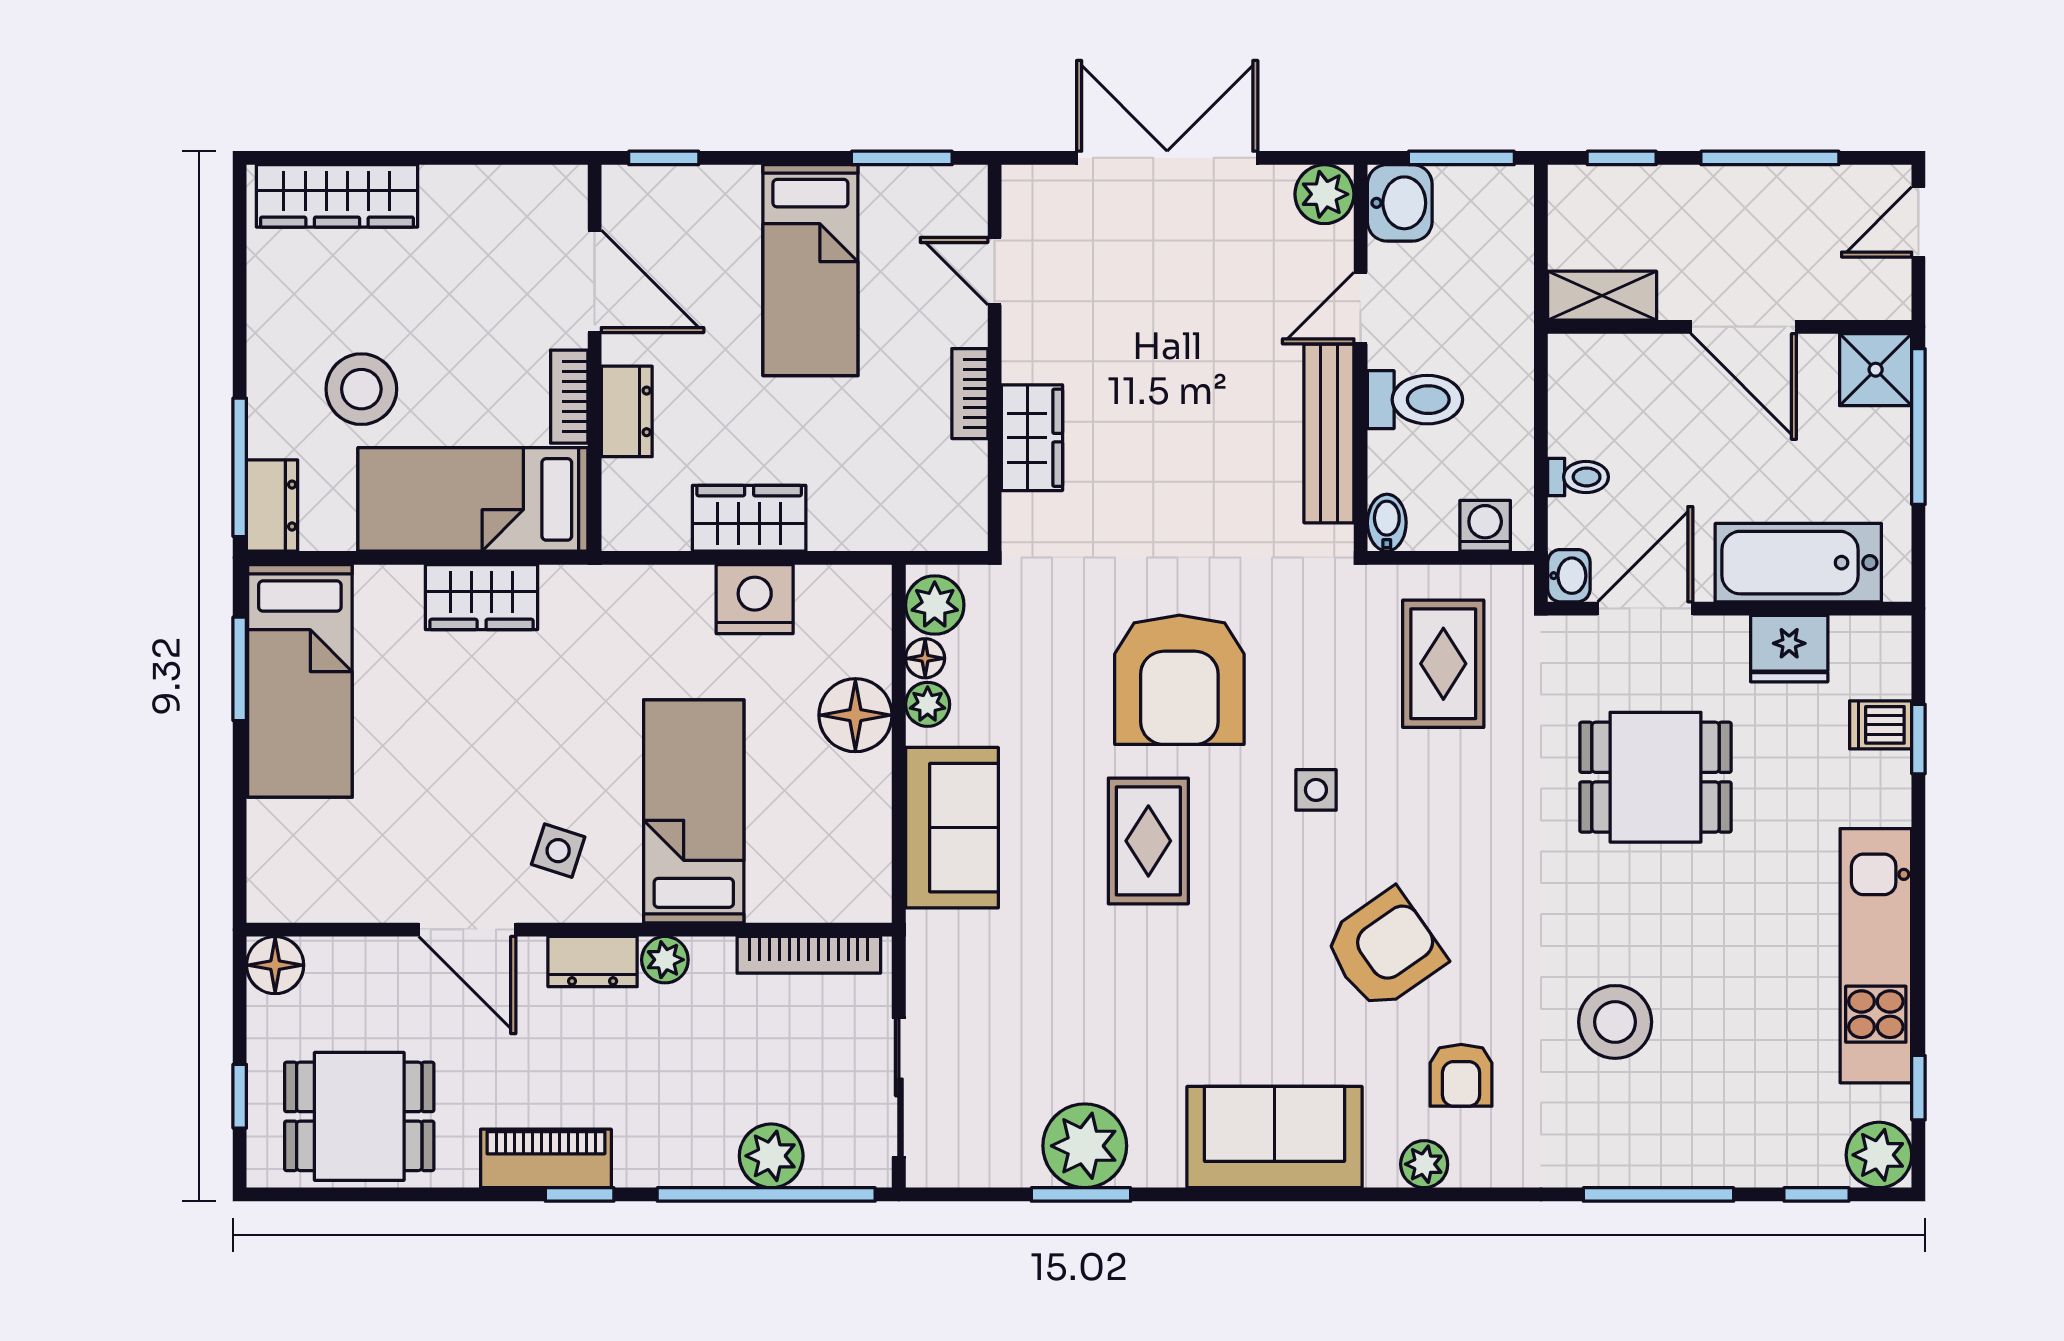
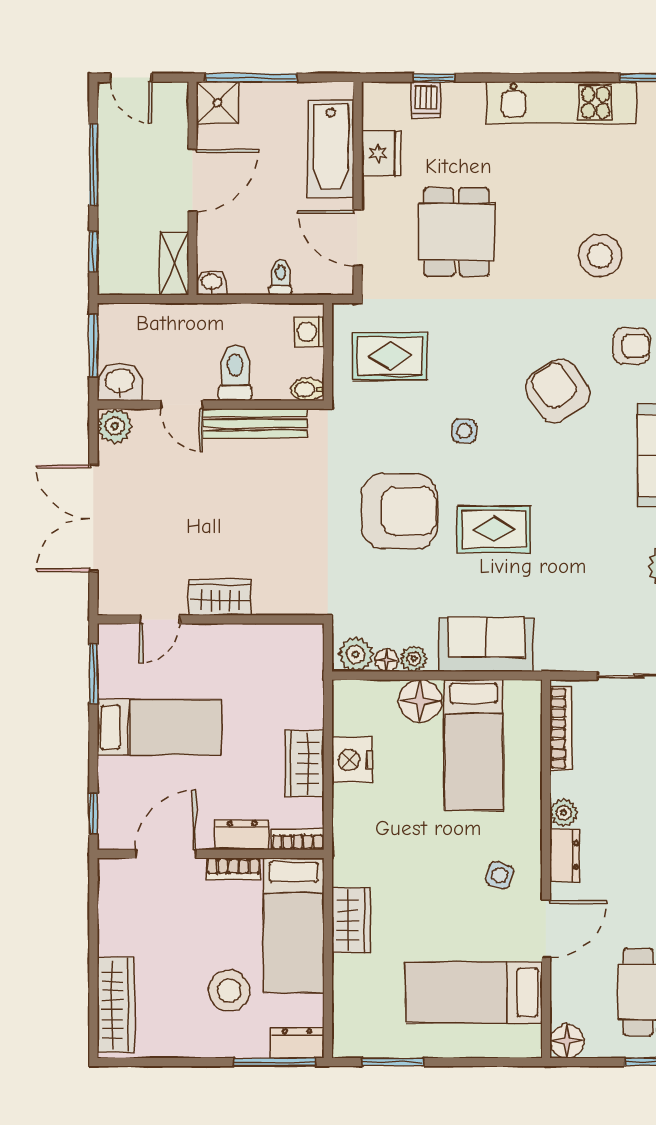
bookcase: (970, 394) -> (298, 839), moved, turned 180
wardrobe: (1032, 438) -> (220, 597), moved
washbasin: (1569, 576) -> (212, 283), moved
bed: (300, 681) -> (474, 992), moved, turned 180
bed: (694, 811) -> (474, 745), moved, turned -90

